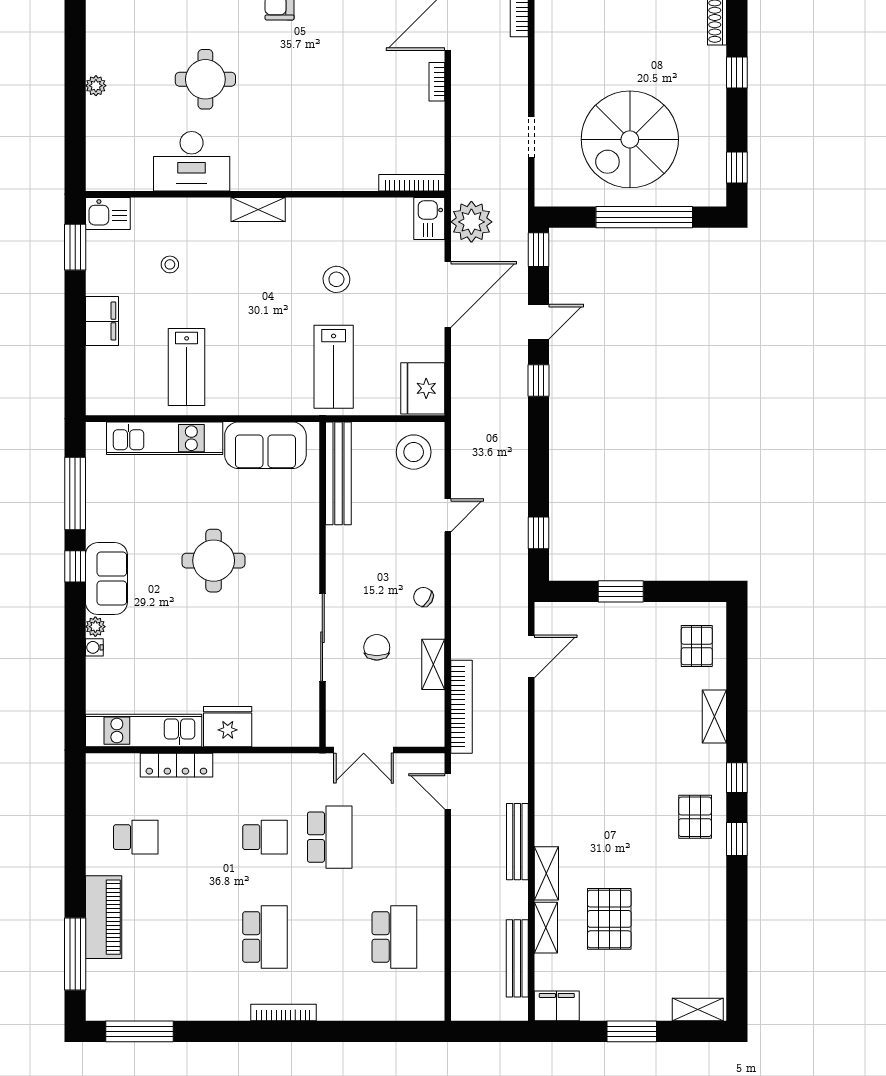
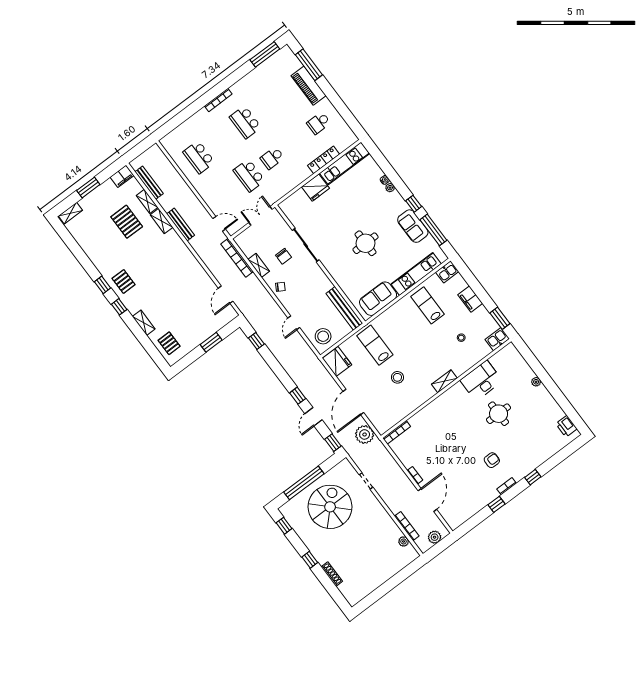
kitchen sink: (429, 218) -> (447, 272), moved, turned 90
sofa: (106, 579) -> (413, 226), moved

